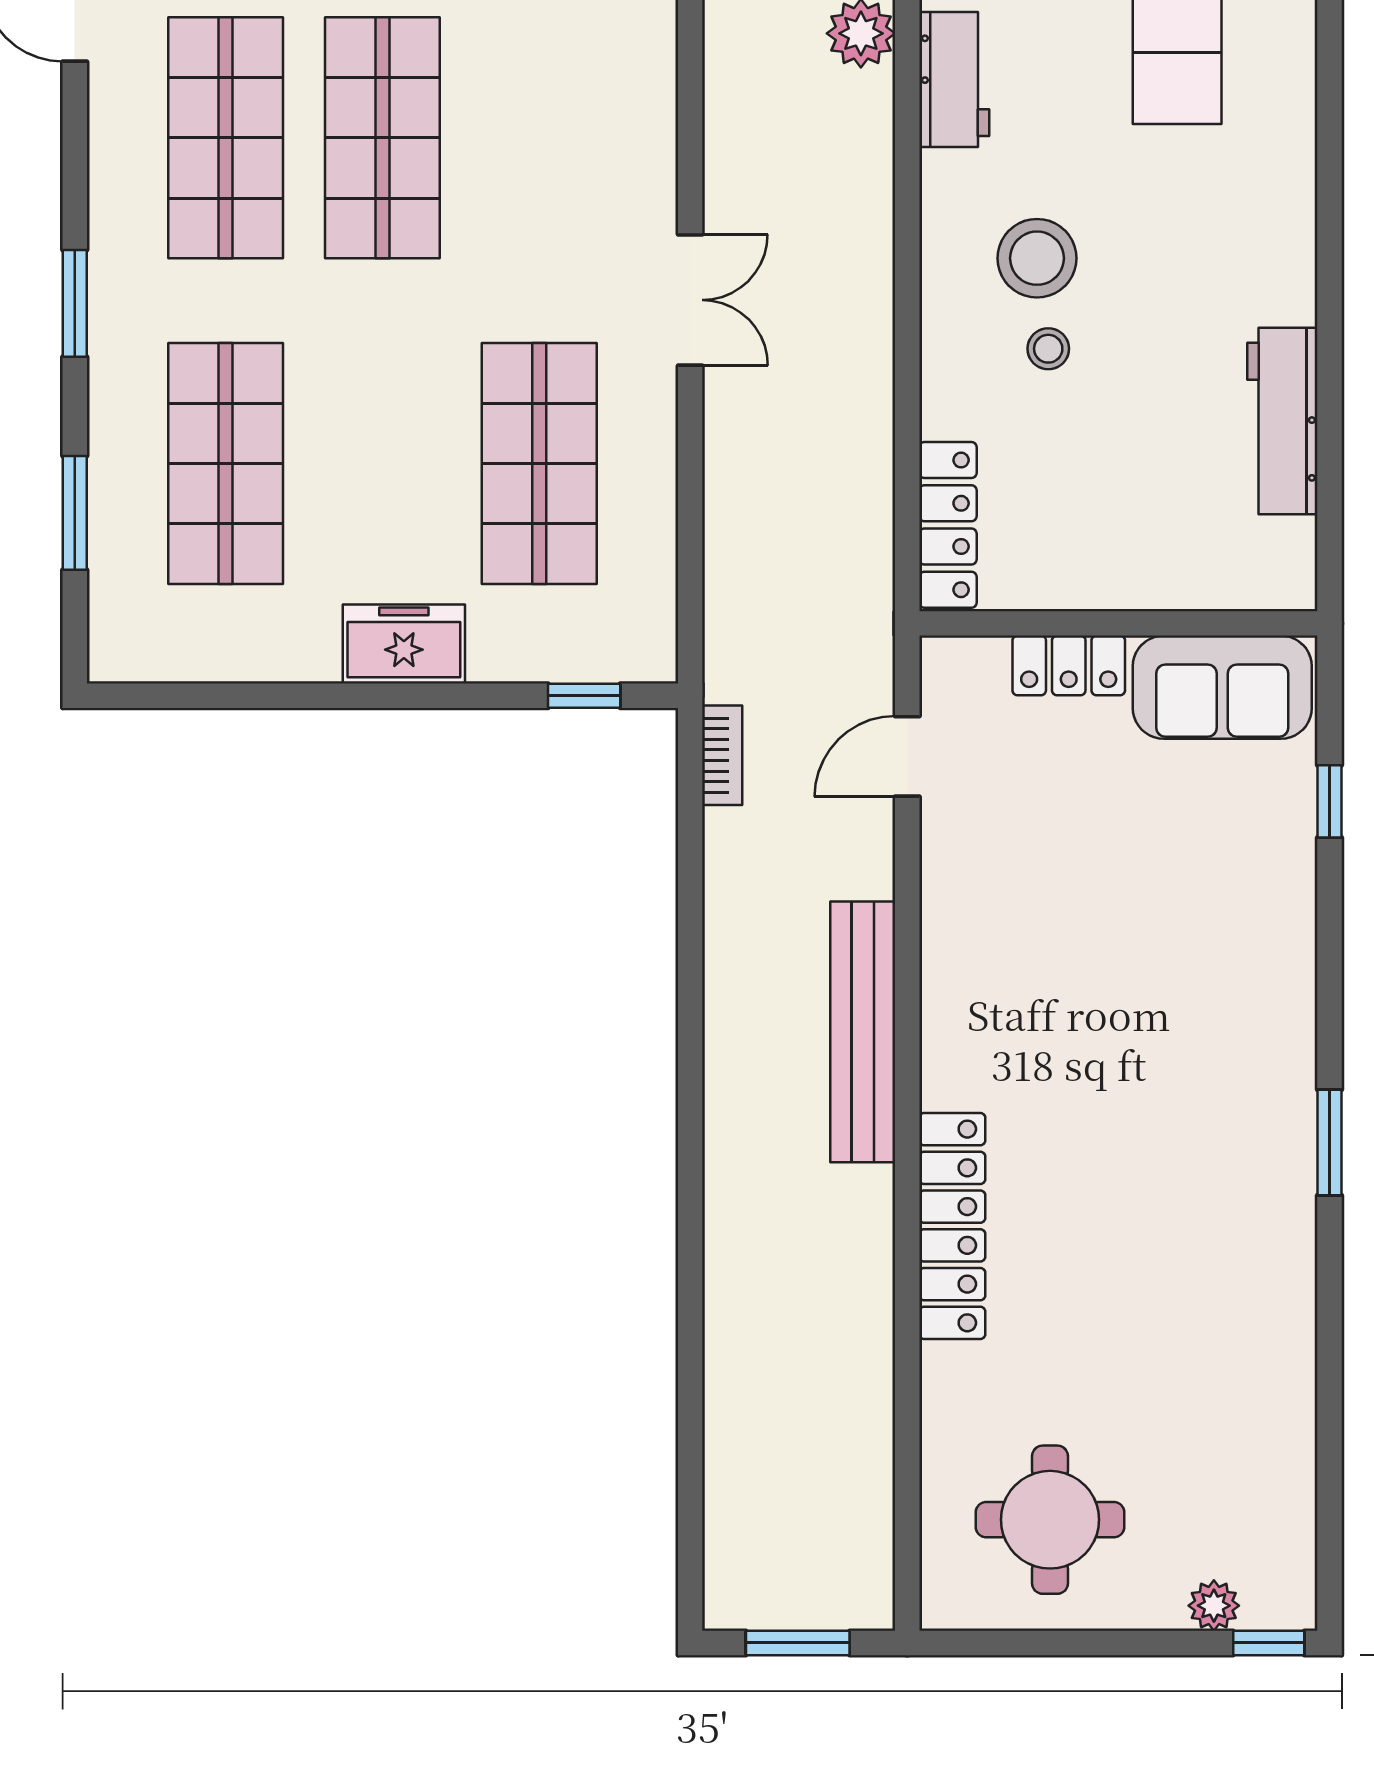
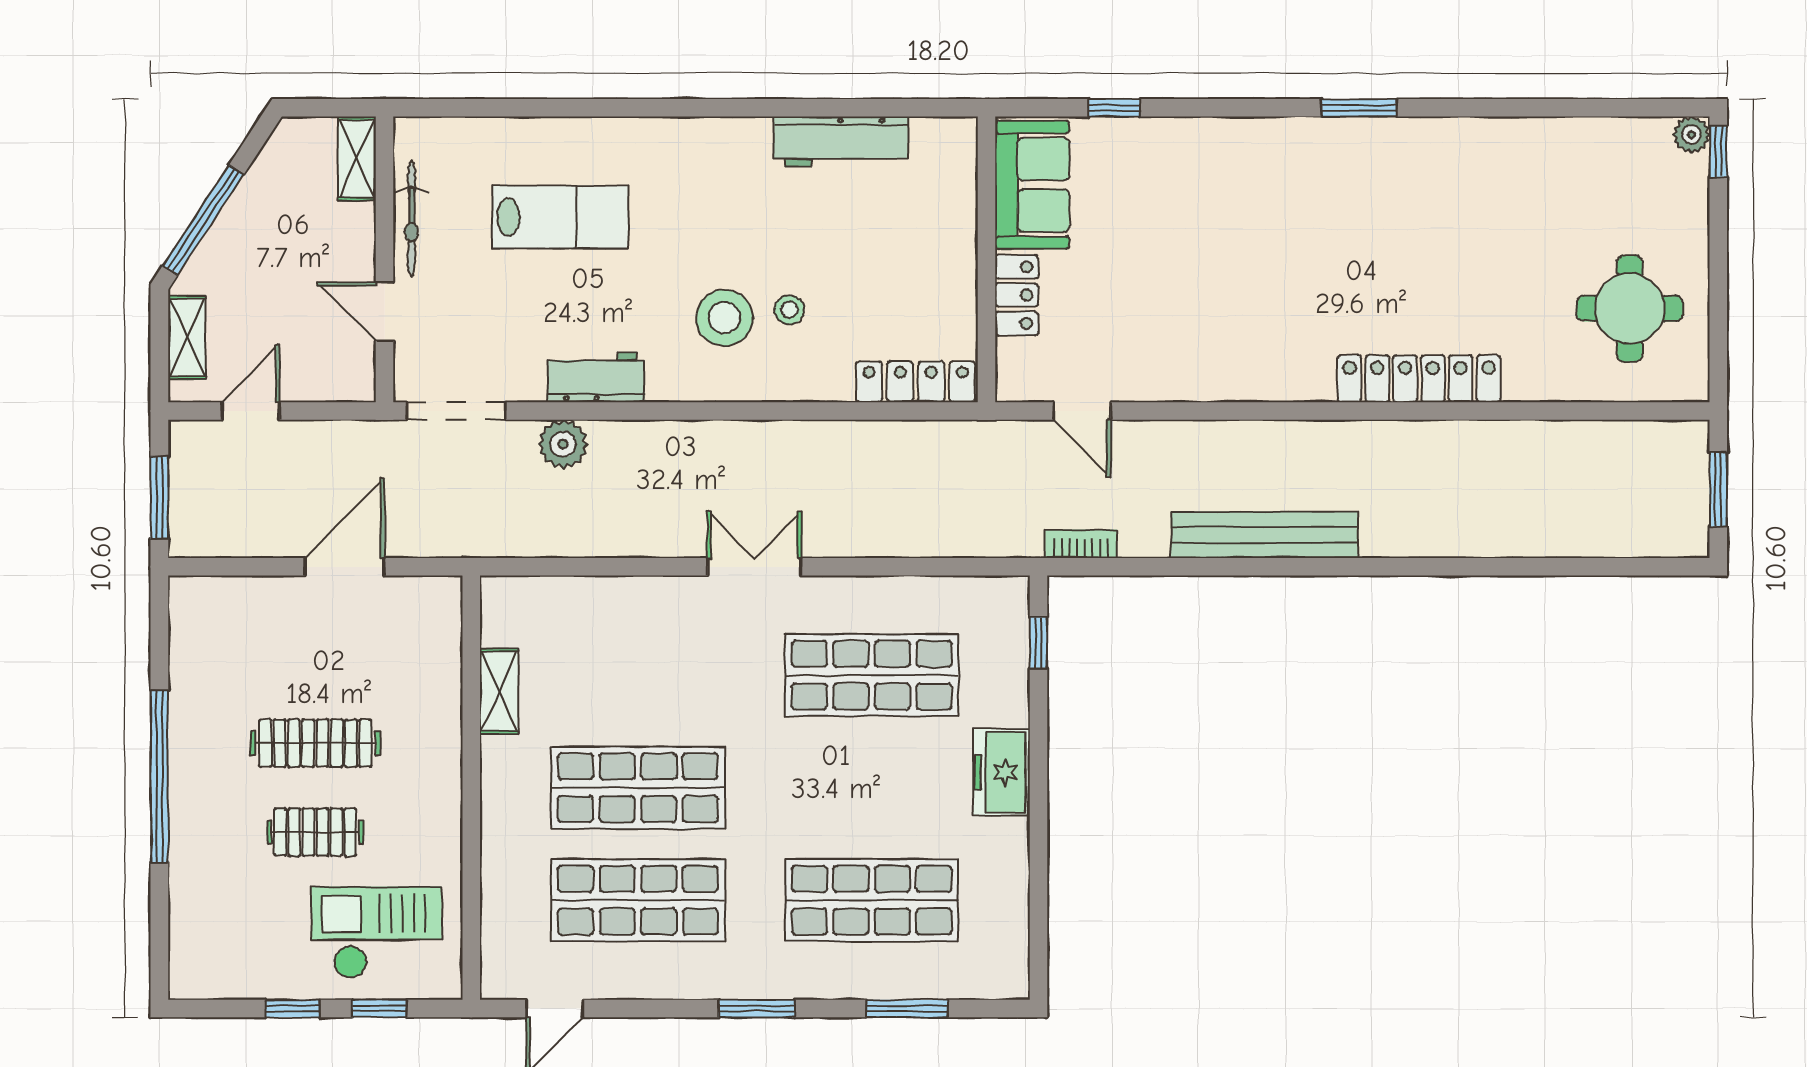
bench: (863, 1032) -> (1265, 535), moved
plant: (1214, 1606) -> (1691, 135), moved

